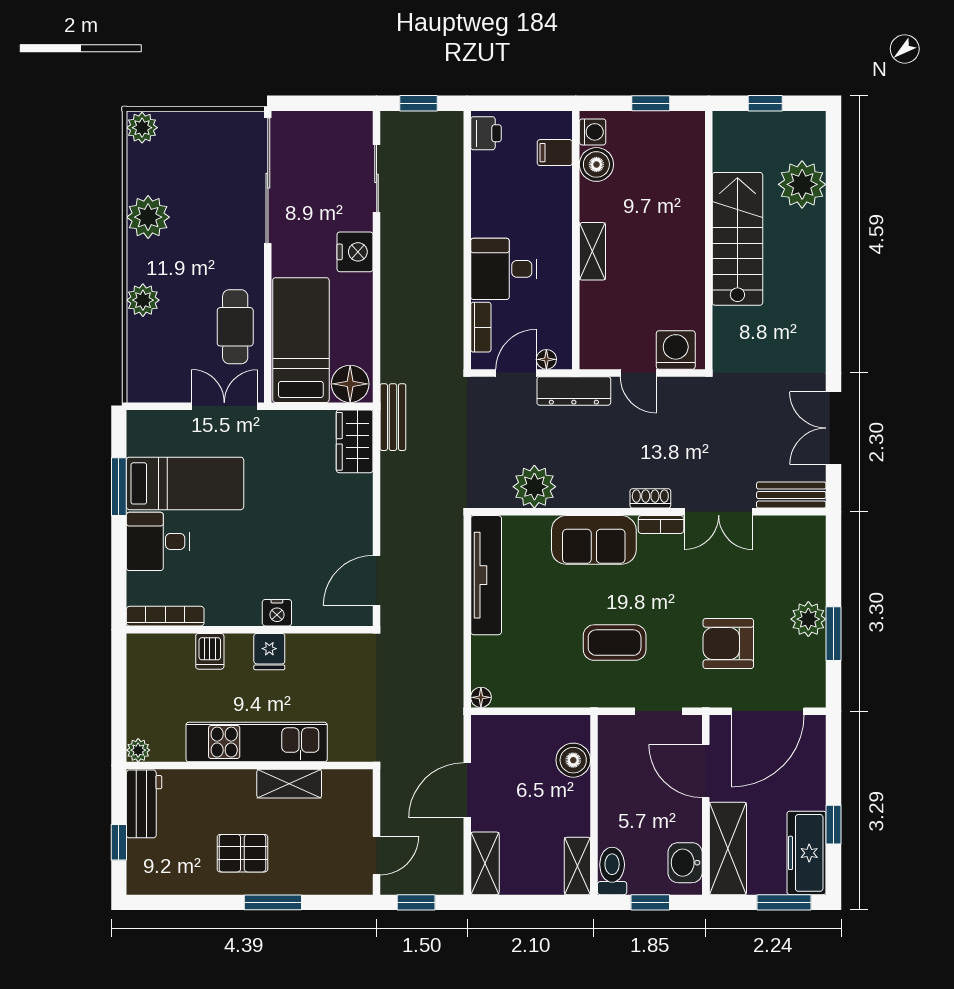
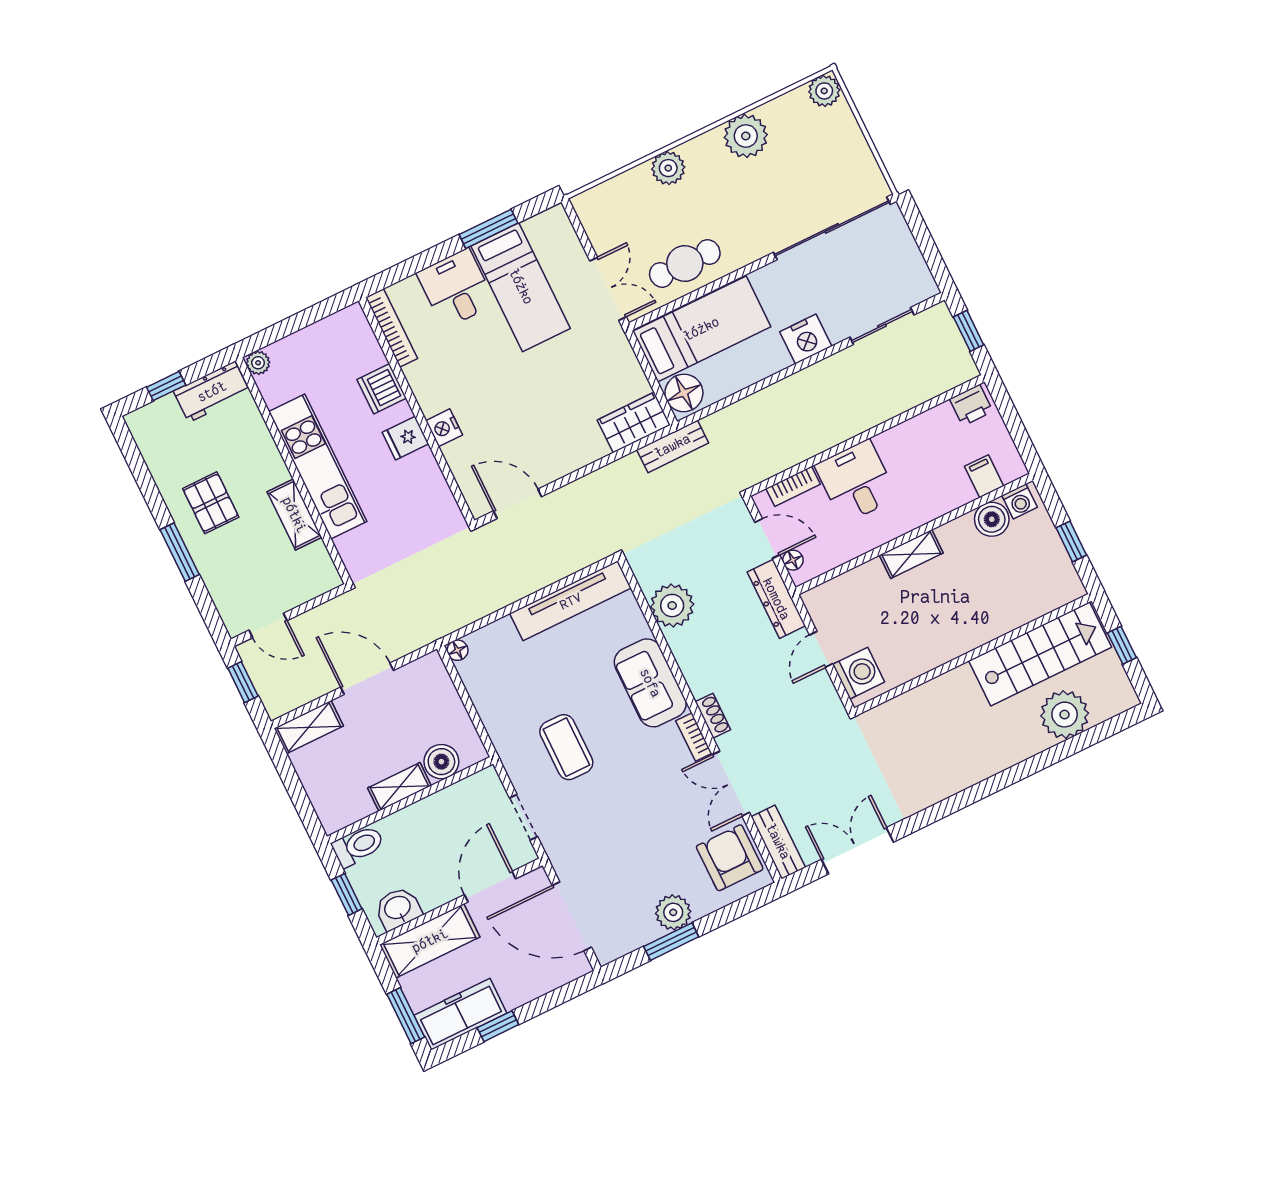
stairs: (737, 239) -> (1040, 654), moved
armchair: (728, 644) -> (730, 858), moved
dishwasher: (210, 651) -> (382, 389), width x1.38
shelving: (577, 866) -> (399, 787), moved

